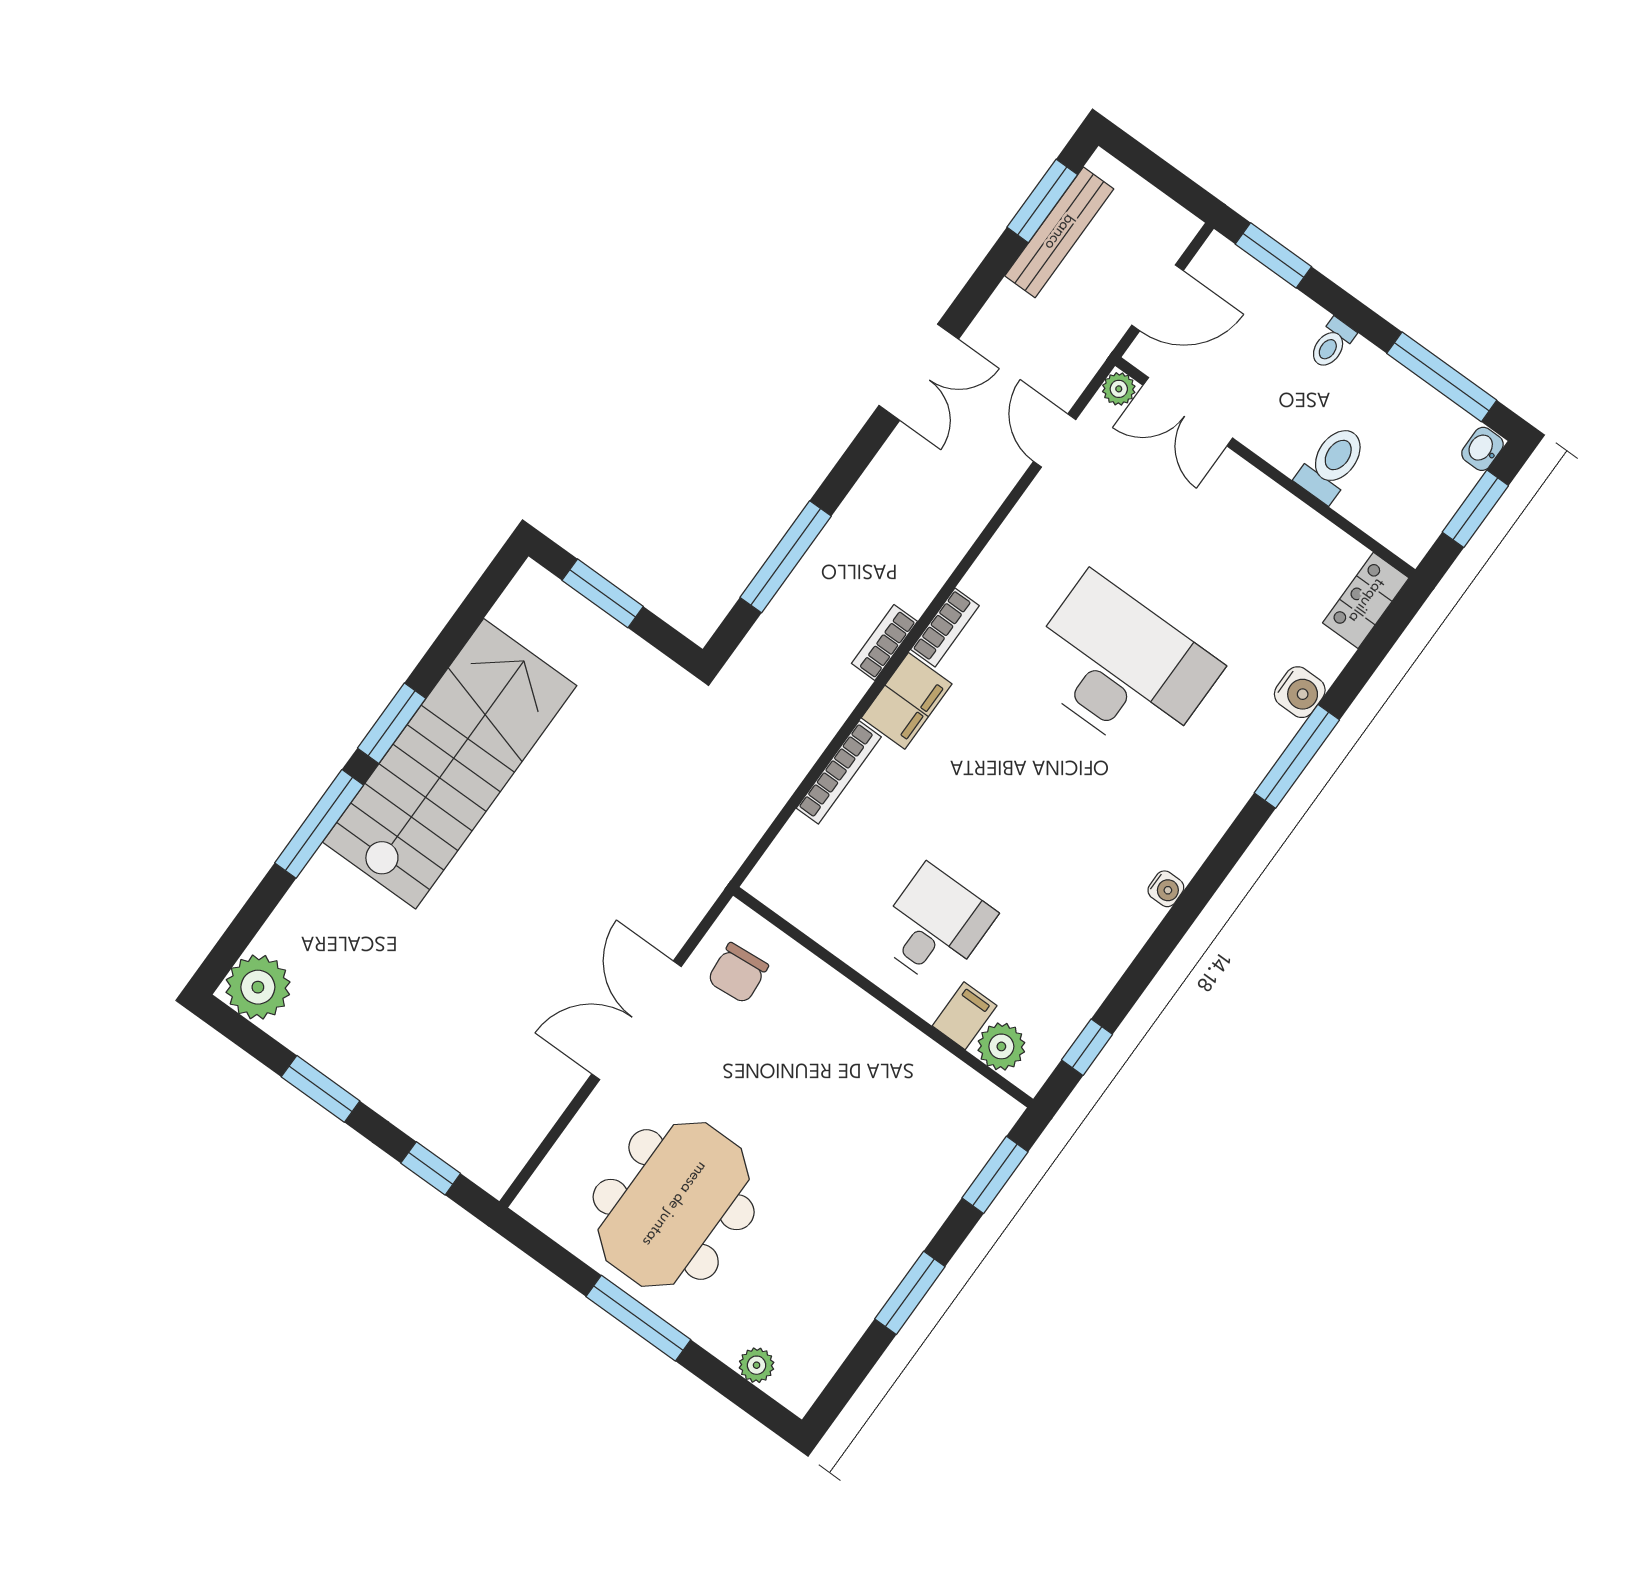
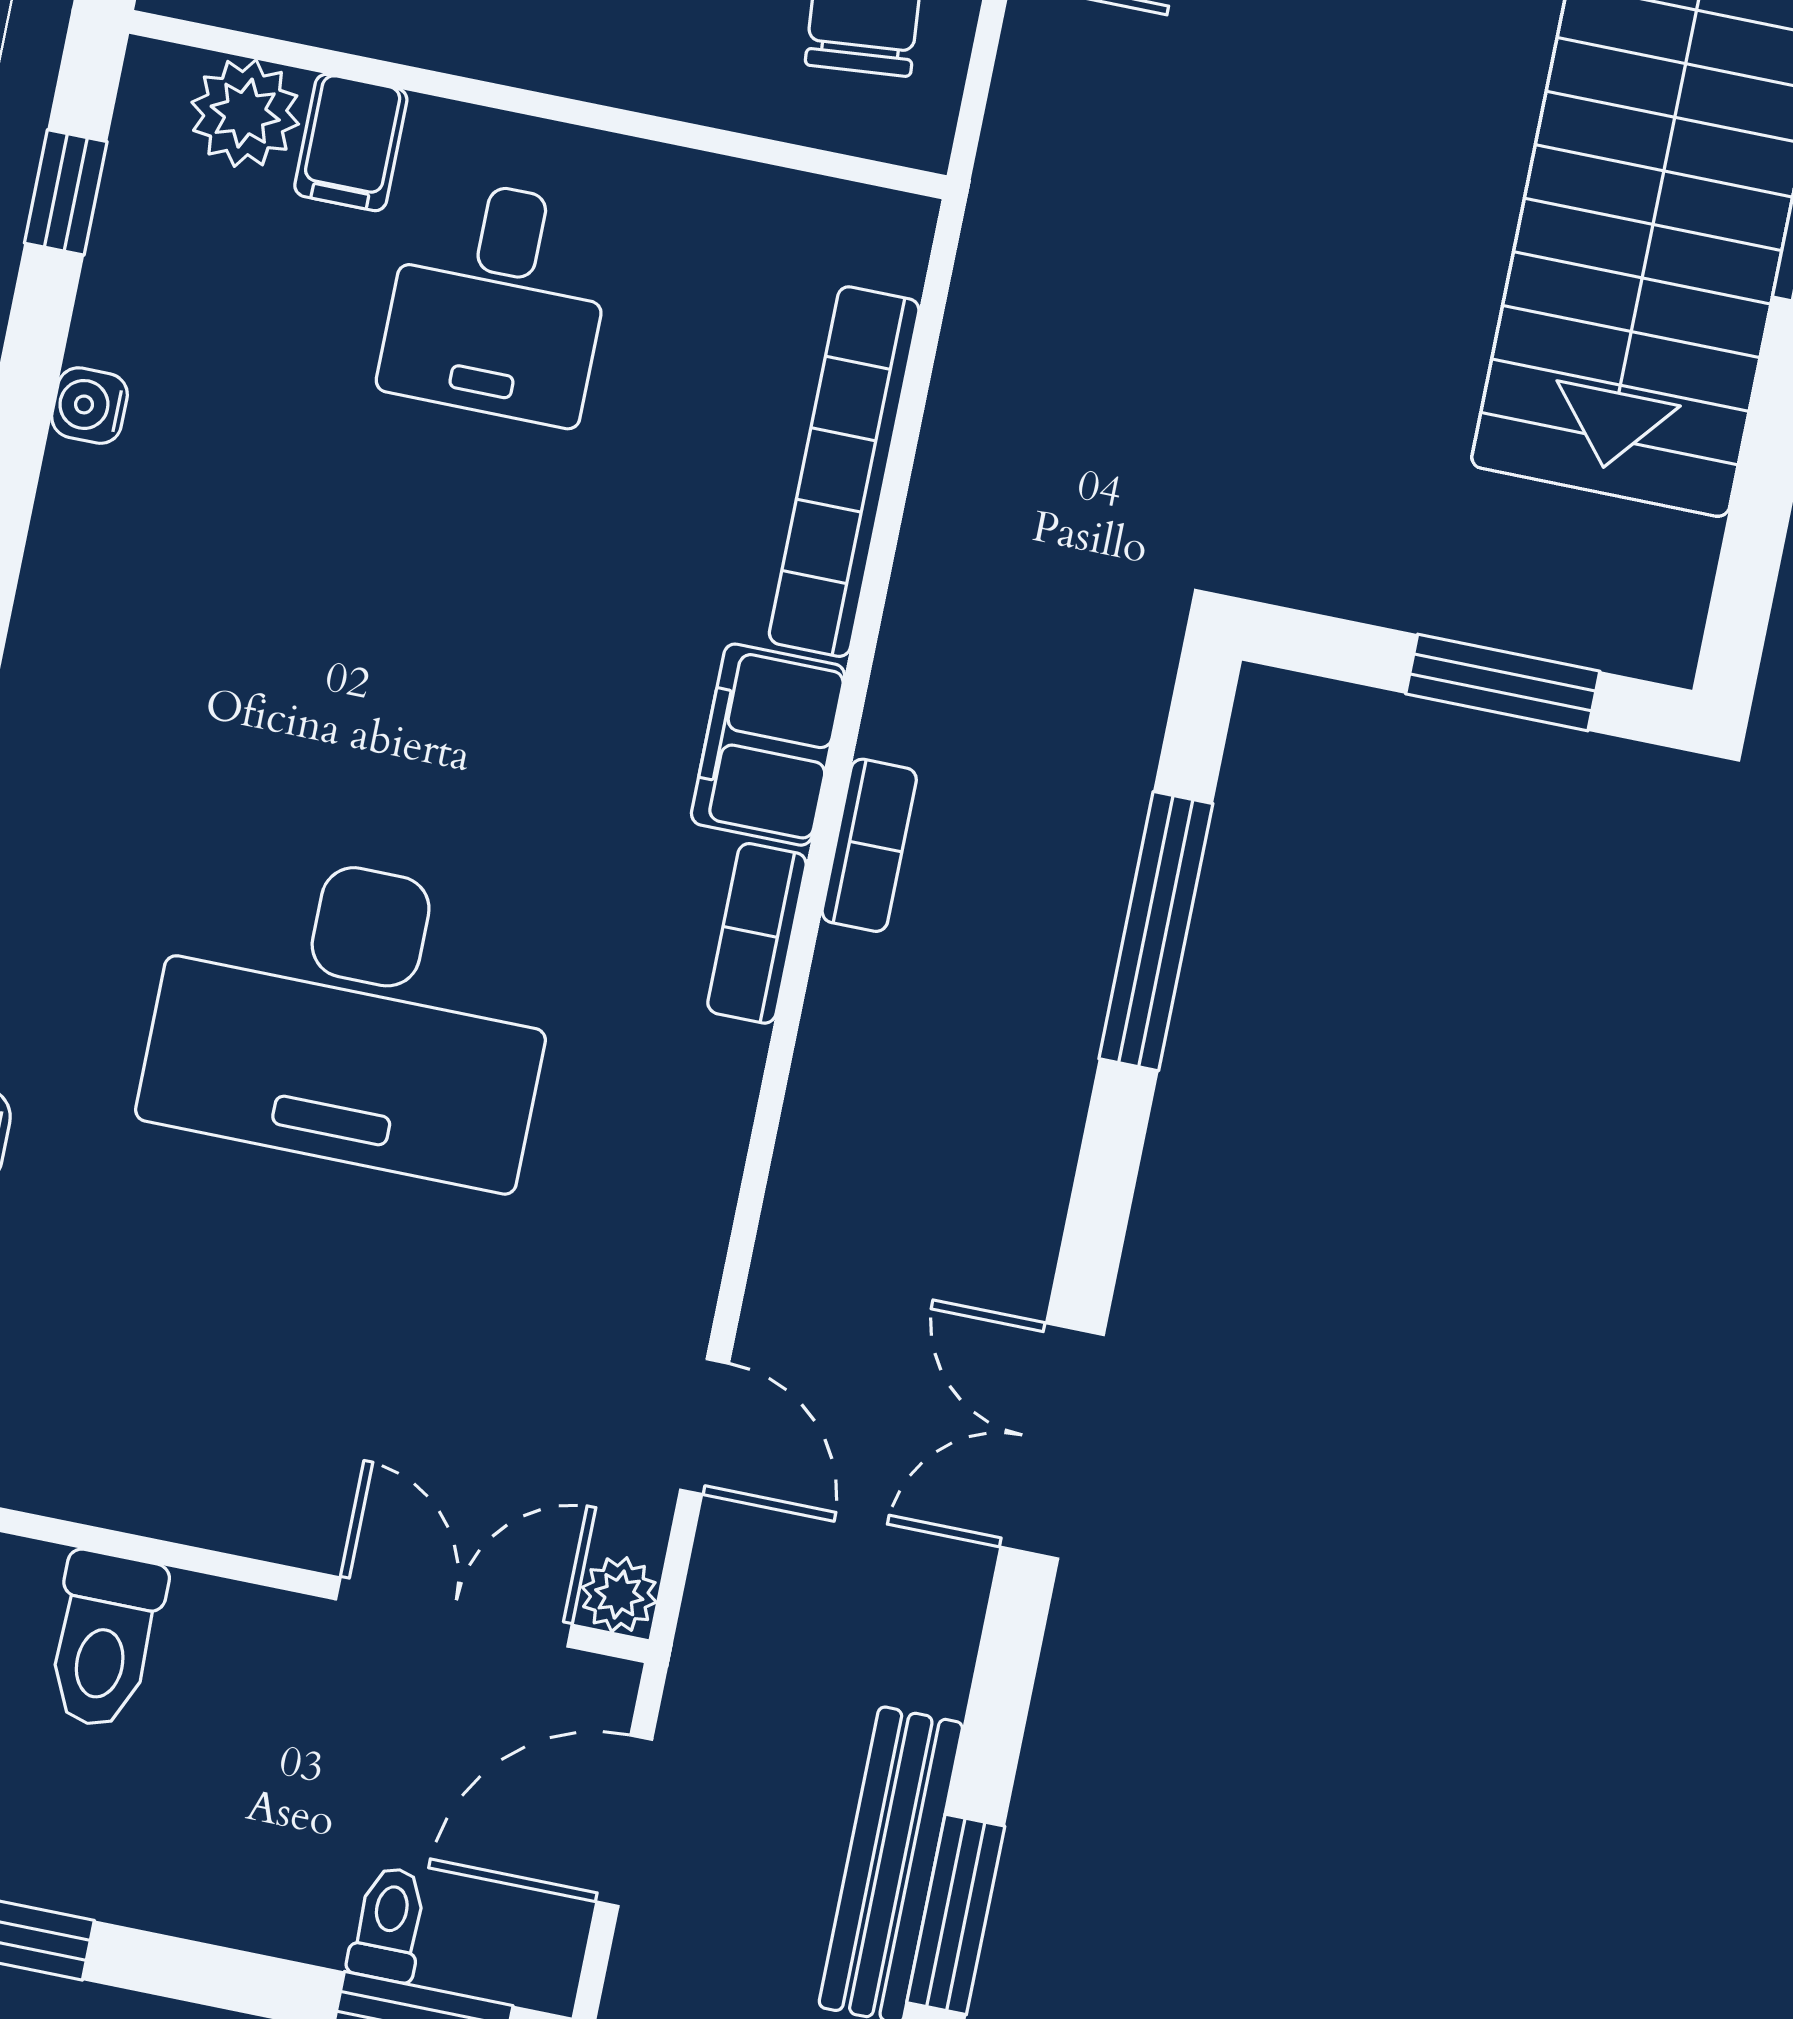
toilet: (1332, 344) -> (389, 1924), moved
bookcase: (839, 772) -> (844, 472), width x1.48, depth x1.31
water cooler: (1166, 889) -> (89, 406), moved

